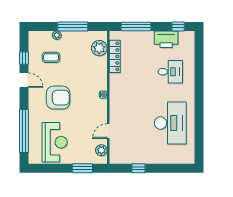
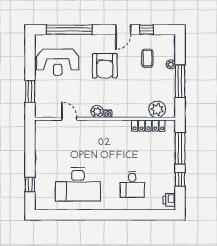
window: (178, 26) -> (180, 179), moved
printer: (166, 39) -> (169, 200), moved, width x0.53, depth x0.68
plant: (101, 150) -> (97, 112), moved
window: (139, 168) -> (30, 184), moved

